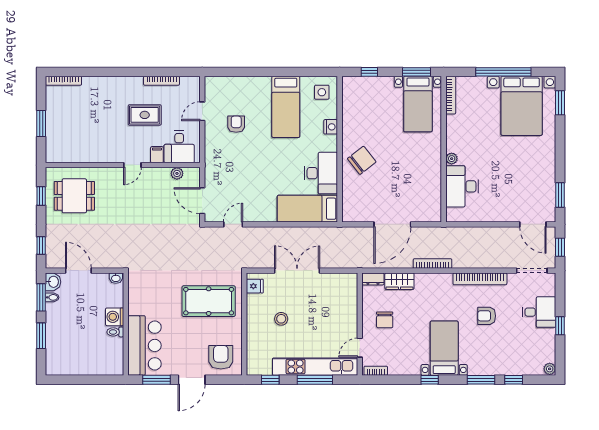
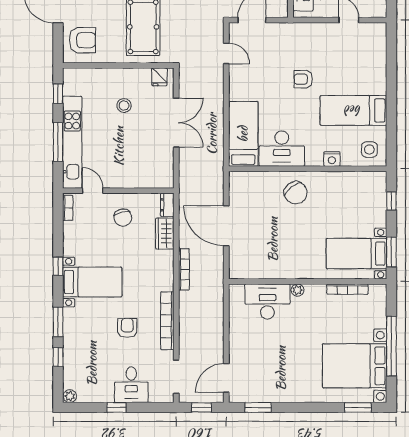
bookcase: (451, 95) -> (347, 289), moved
armchair: (236, 124) -> (303, 79), moved, turned 180
chair: (385, 320) -> (123, 218), turned -103

